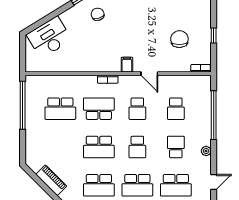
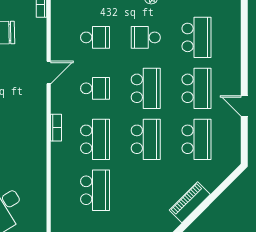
filing cabinet: (127, 65) -> (37, 102), removed
school desk: (99, 109) -> (95, 139), turned 180
school desk: (137, 147) -> (146, 88), width x1.85

